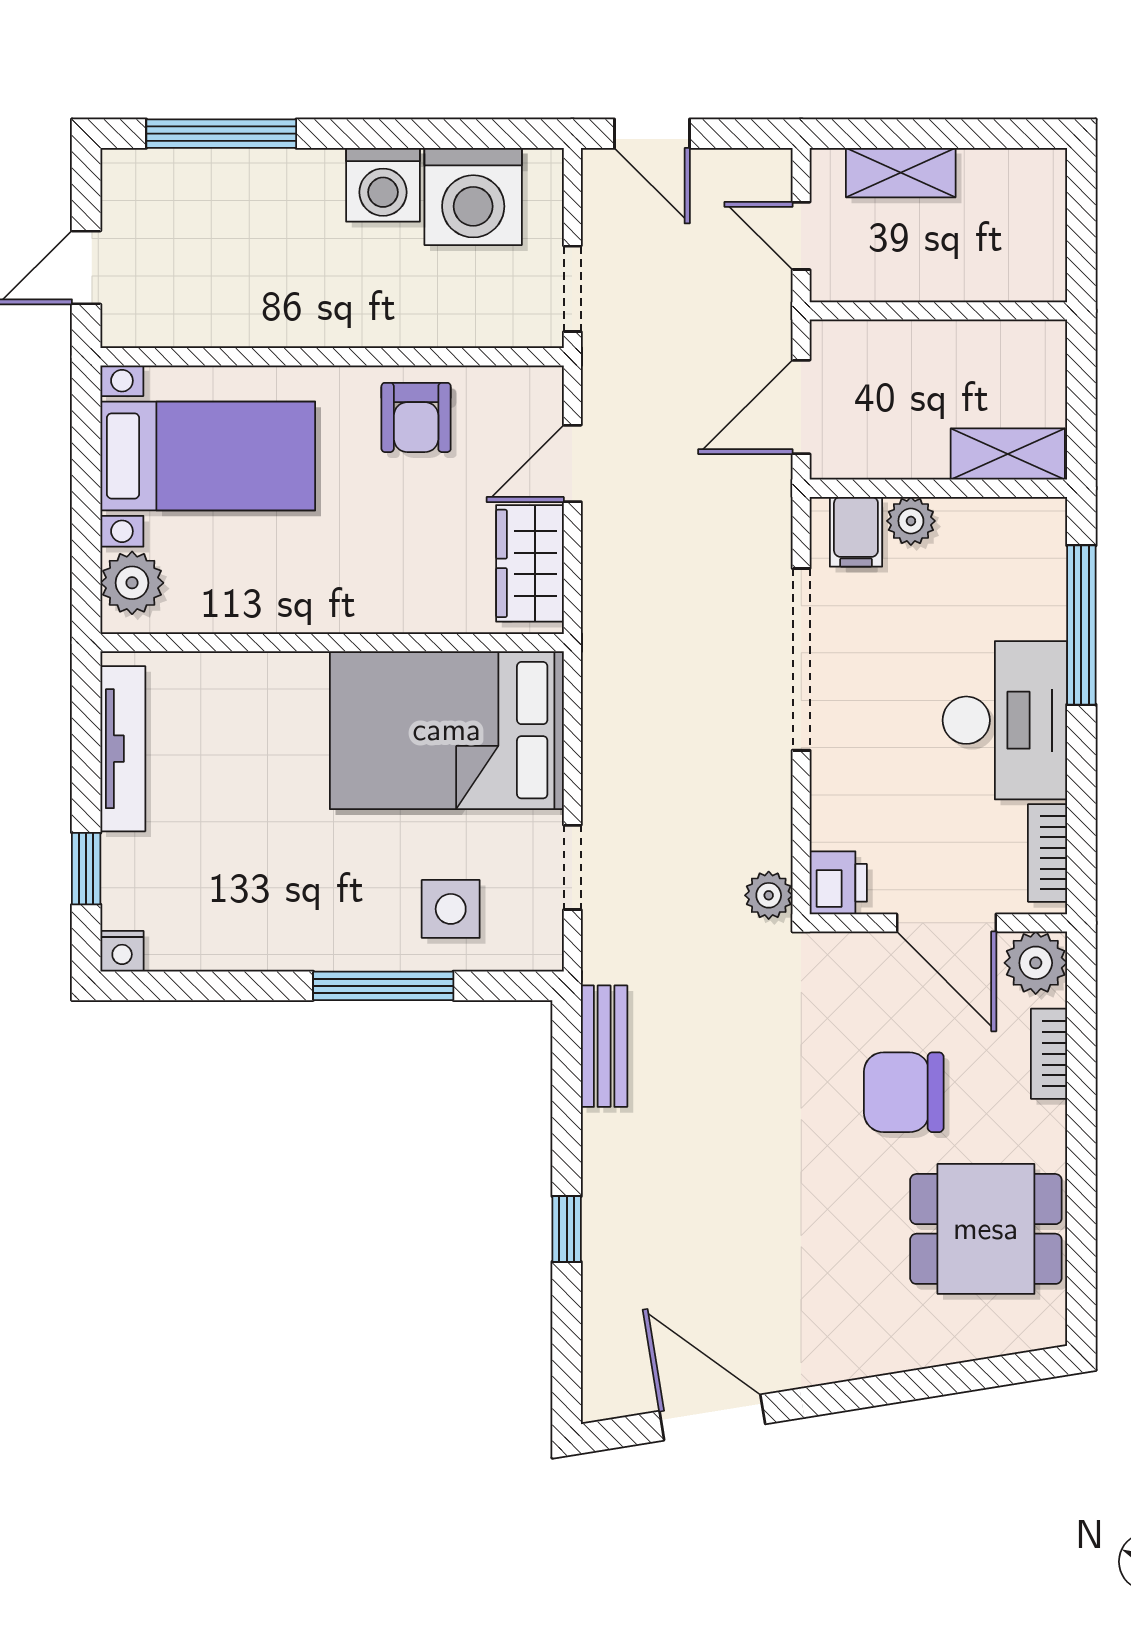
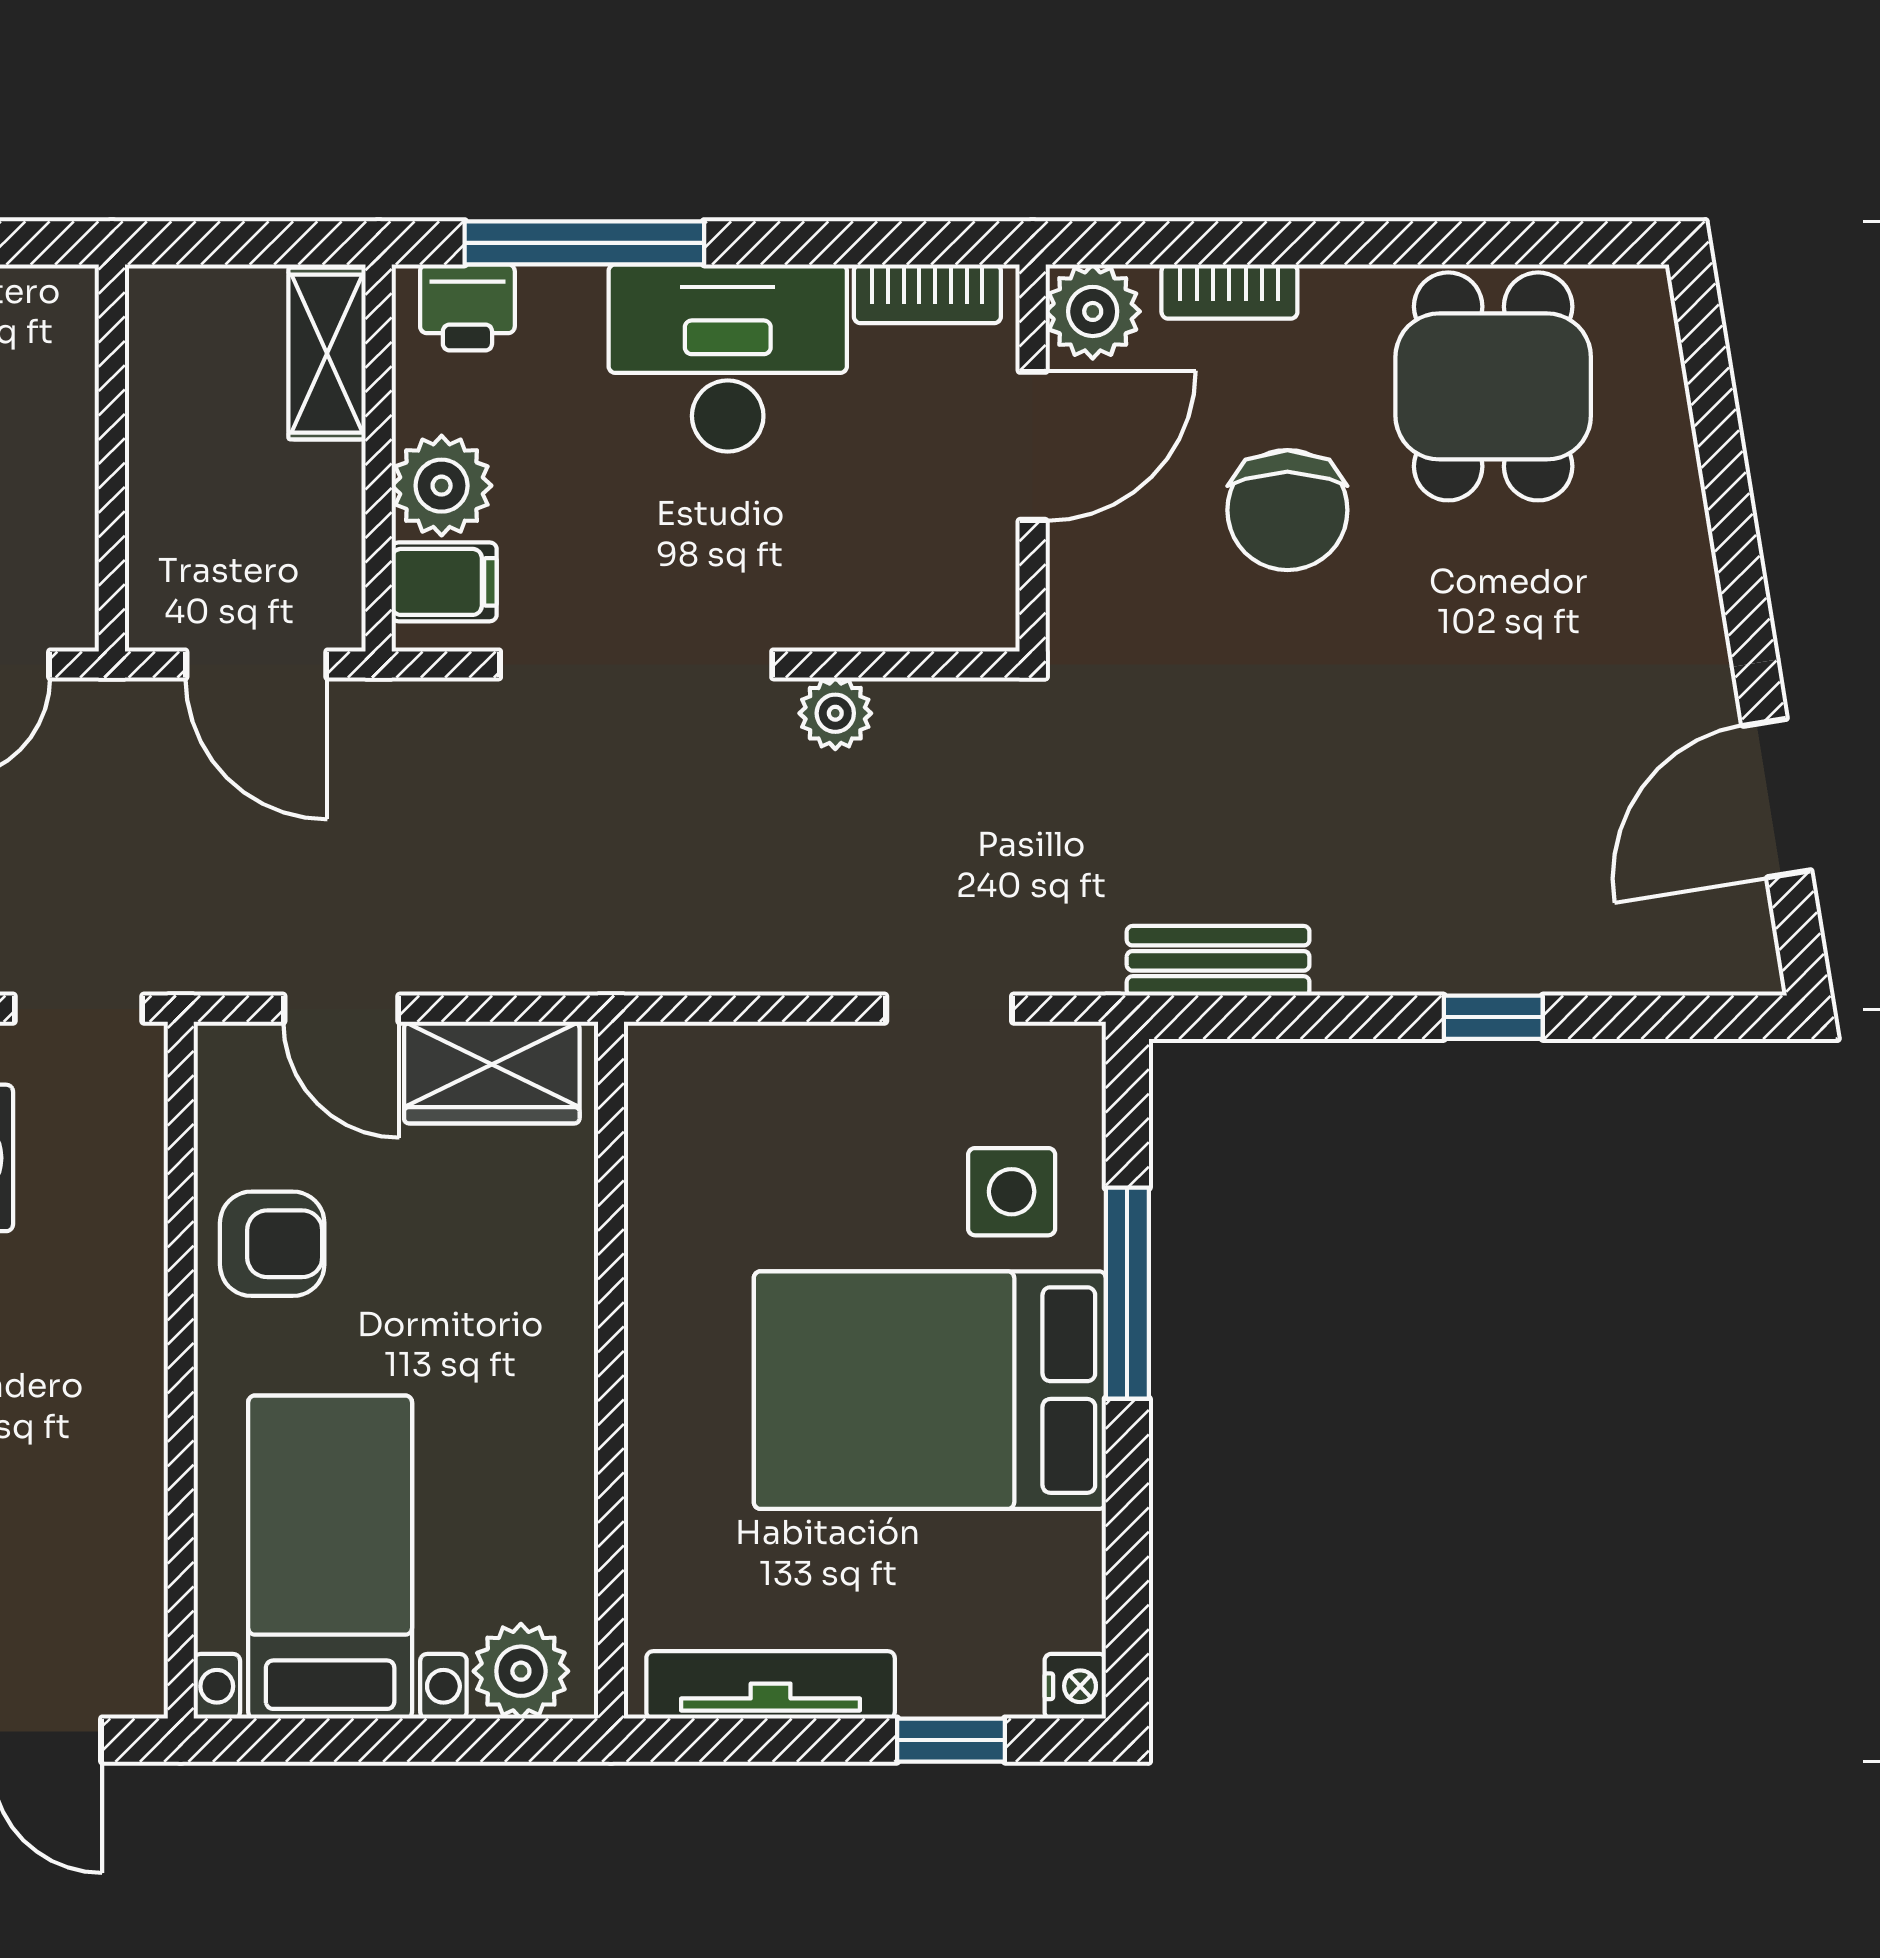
plant: (911, 521) -> (442, 486), width x1.38, depth x1.38
bed: (447, 730) -> (930, 1390), moved, turned 90
printer: (838, 883) -> (467, 307), moved, turned 180
plant: (769, 895) -> (835, 713), moved

